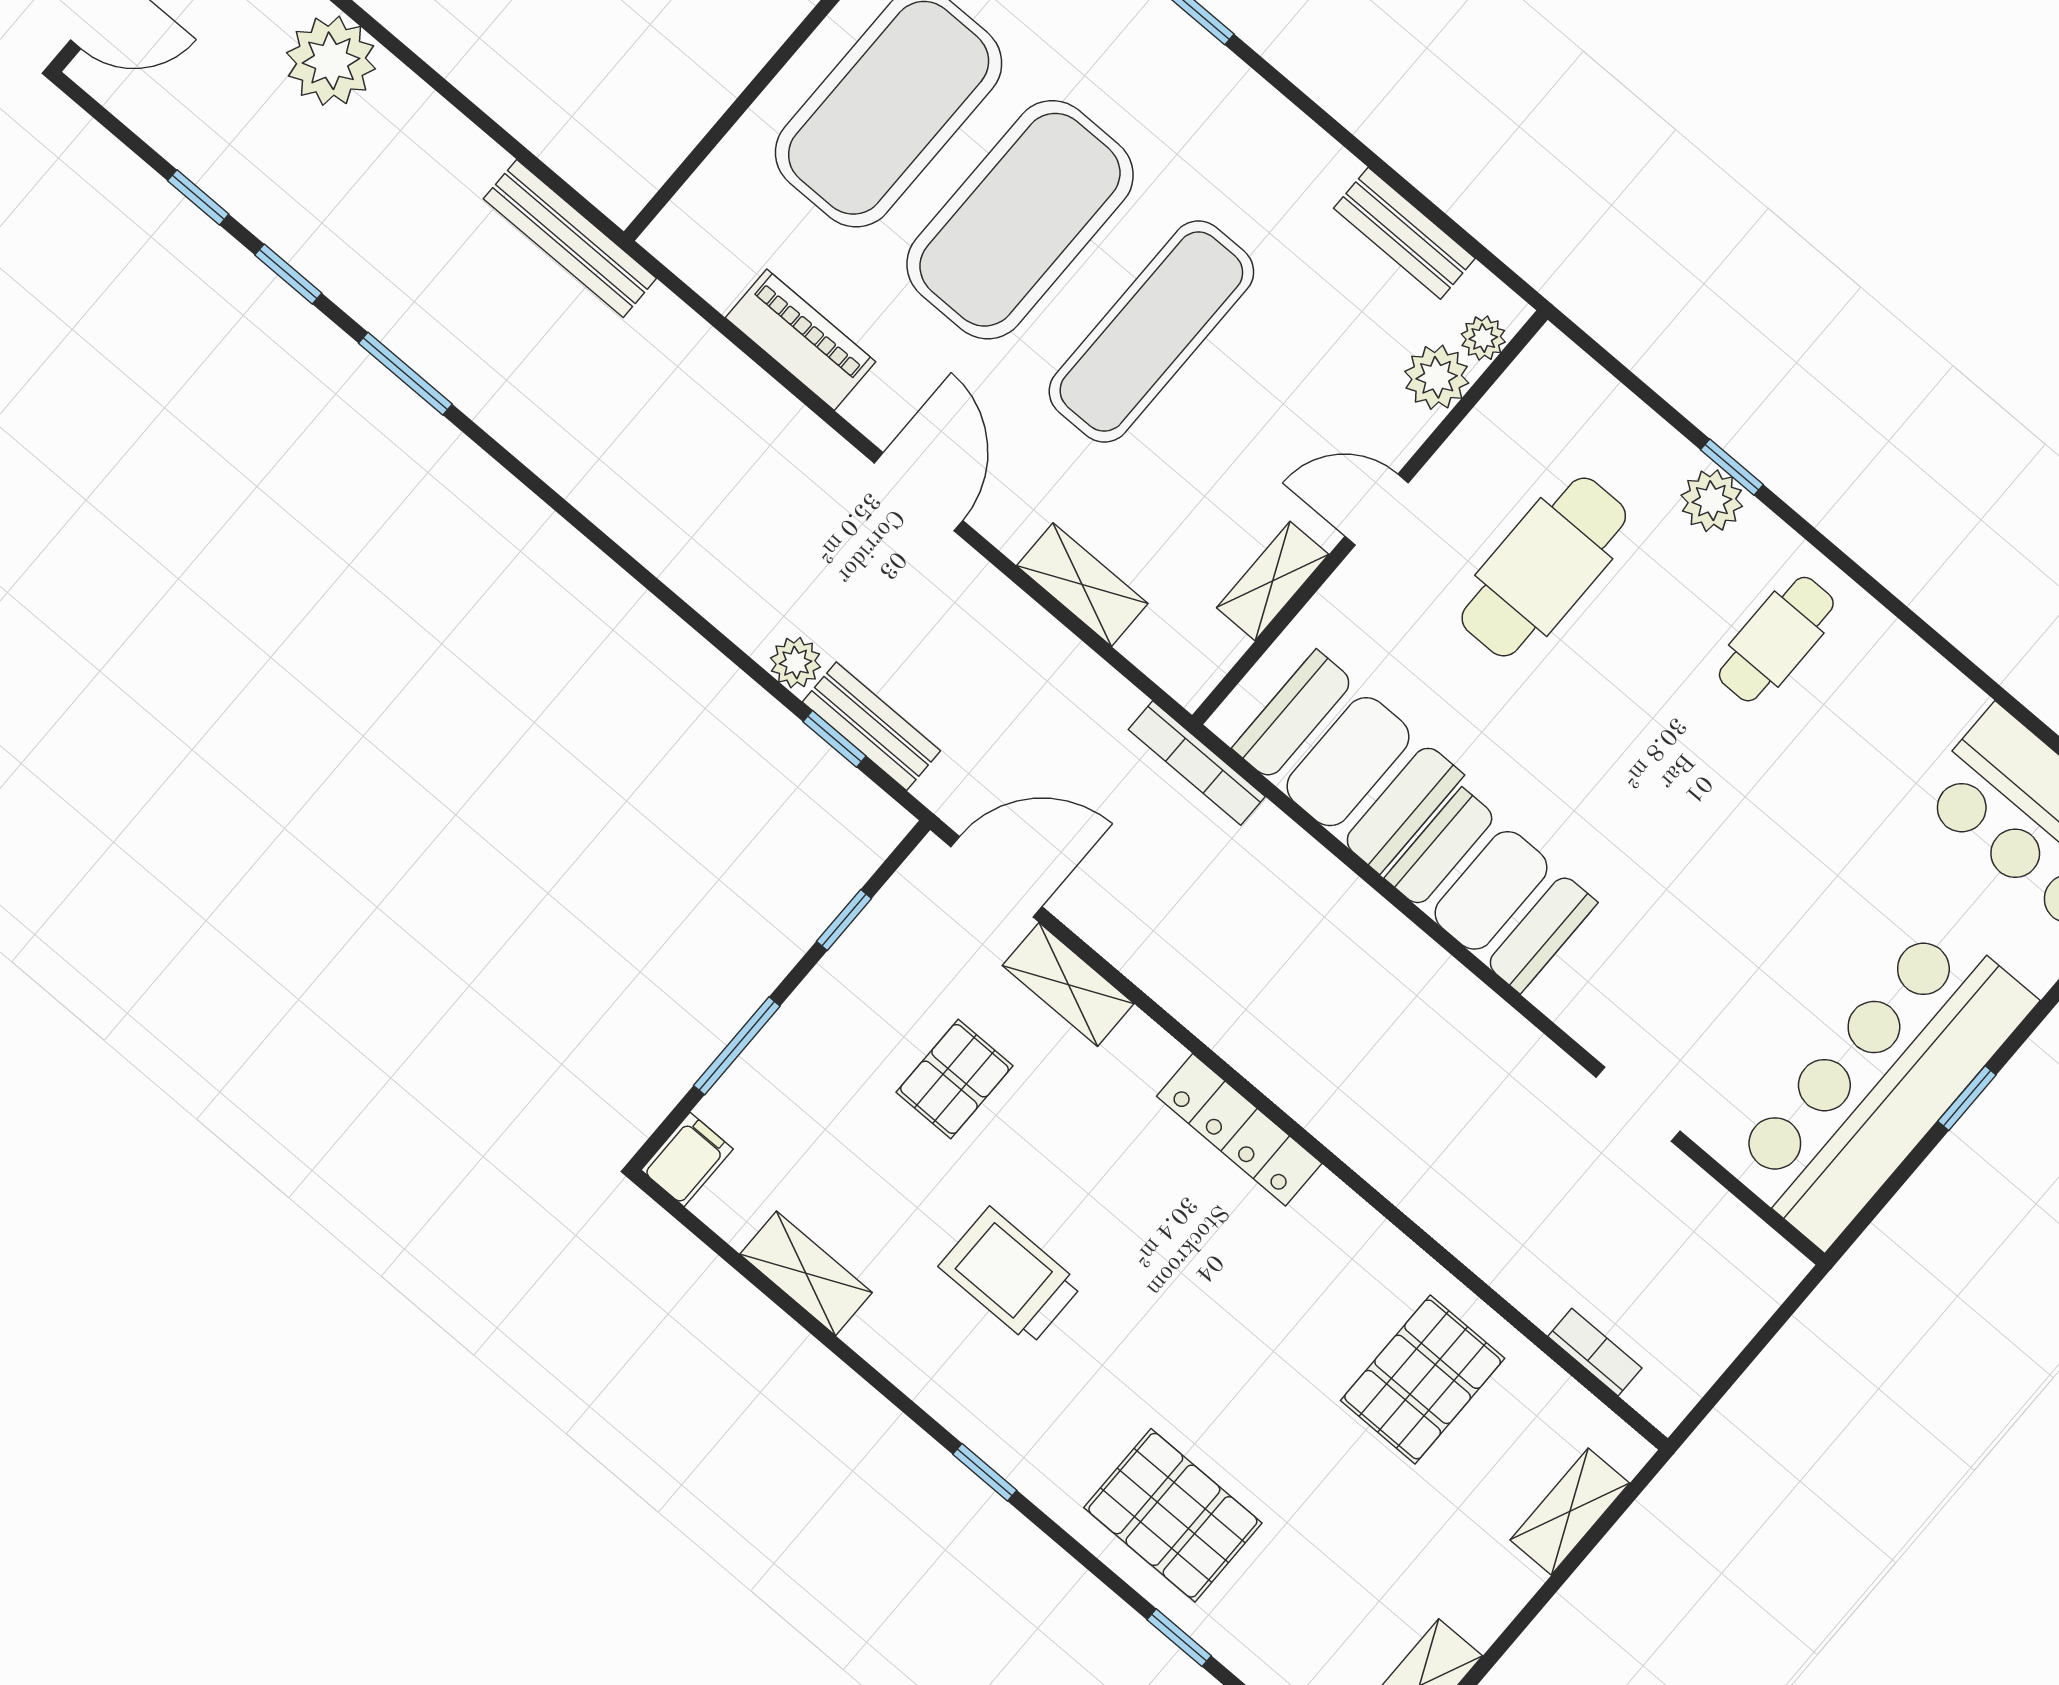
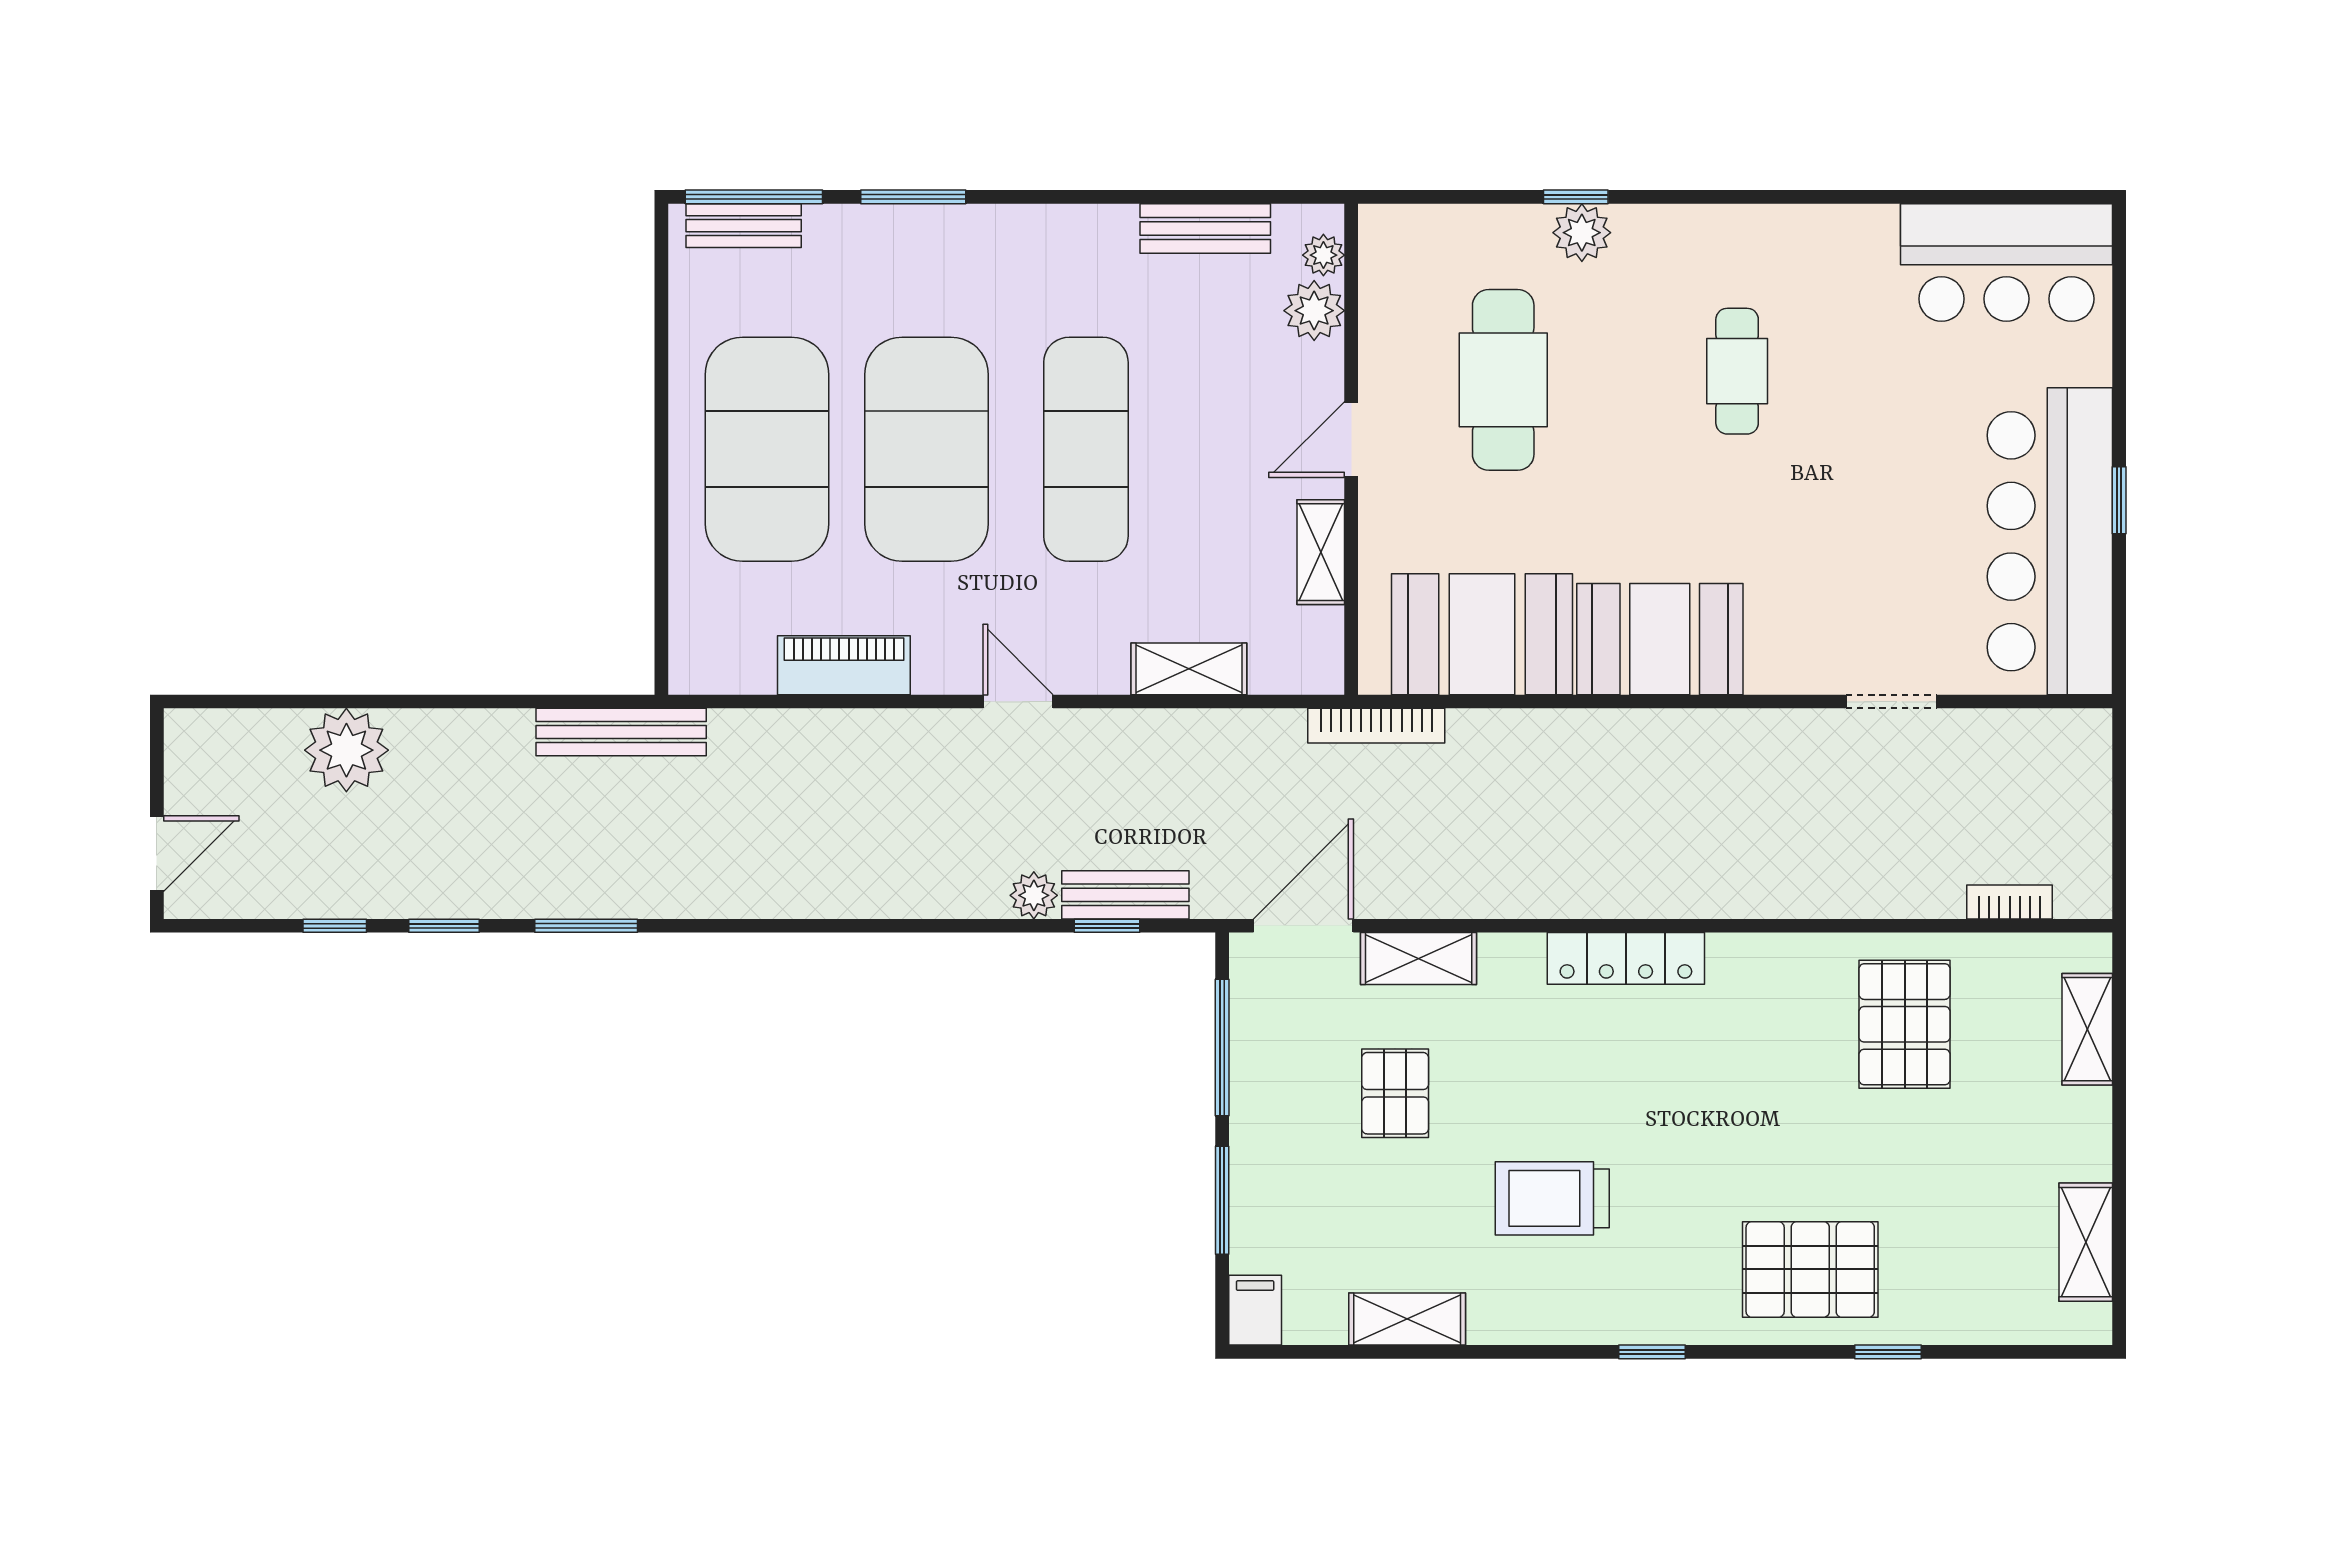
door: (918, 492) -> (1018, 702), width x0.73
cafe table: (1776, 639) -> (1737, 371), moved
window: (844, 920) -> (1222, 1048), width x2.17

